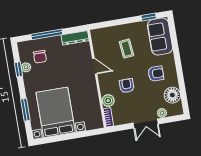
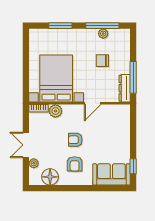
window: (47, 34) -> (133, 77), moved
coffee table: (127, 49) -> (105, 139), removed
chair: (40, 57) -> (102, 61), moved
window: (18, 69) -> (102, 26), width x2.17
armchair: (127, 86) -> (75, 140), moved, turned 180
bed with nightstands: (56, 112) -> (56, 78), moved, turned -90

